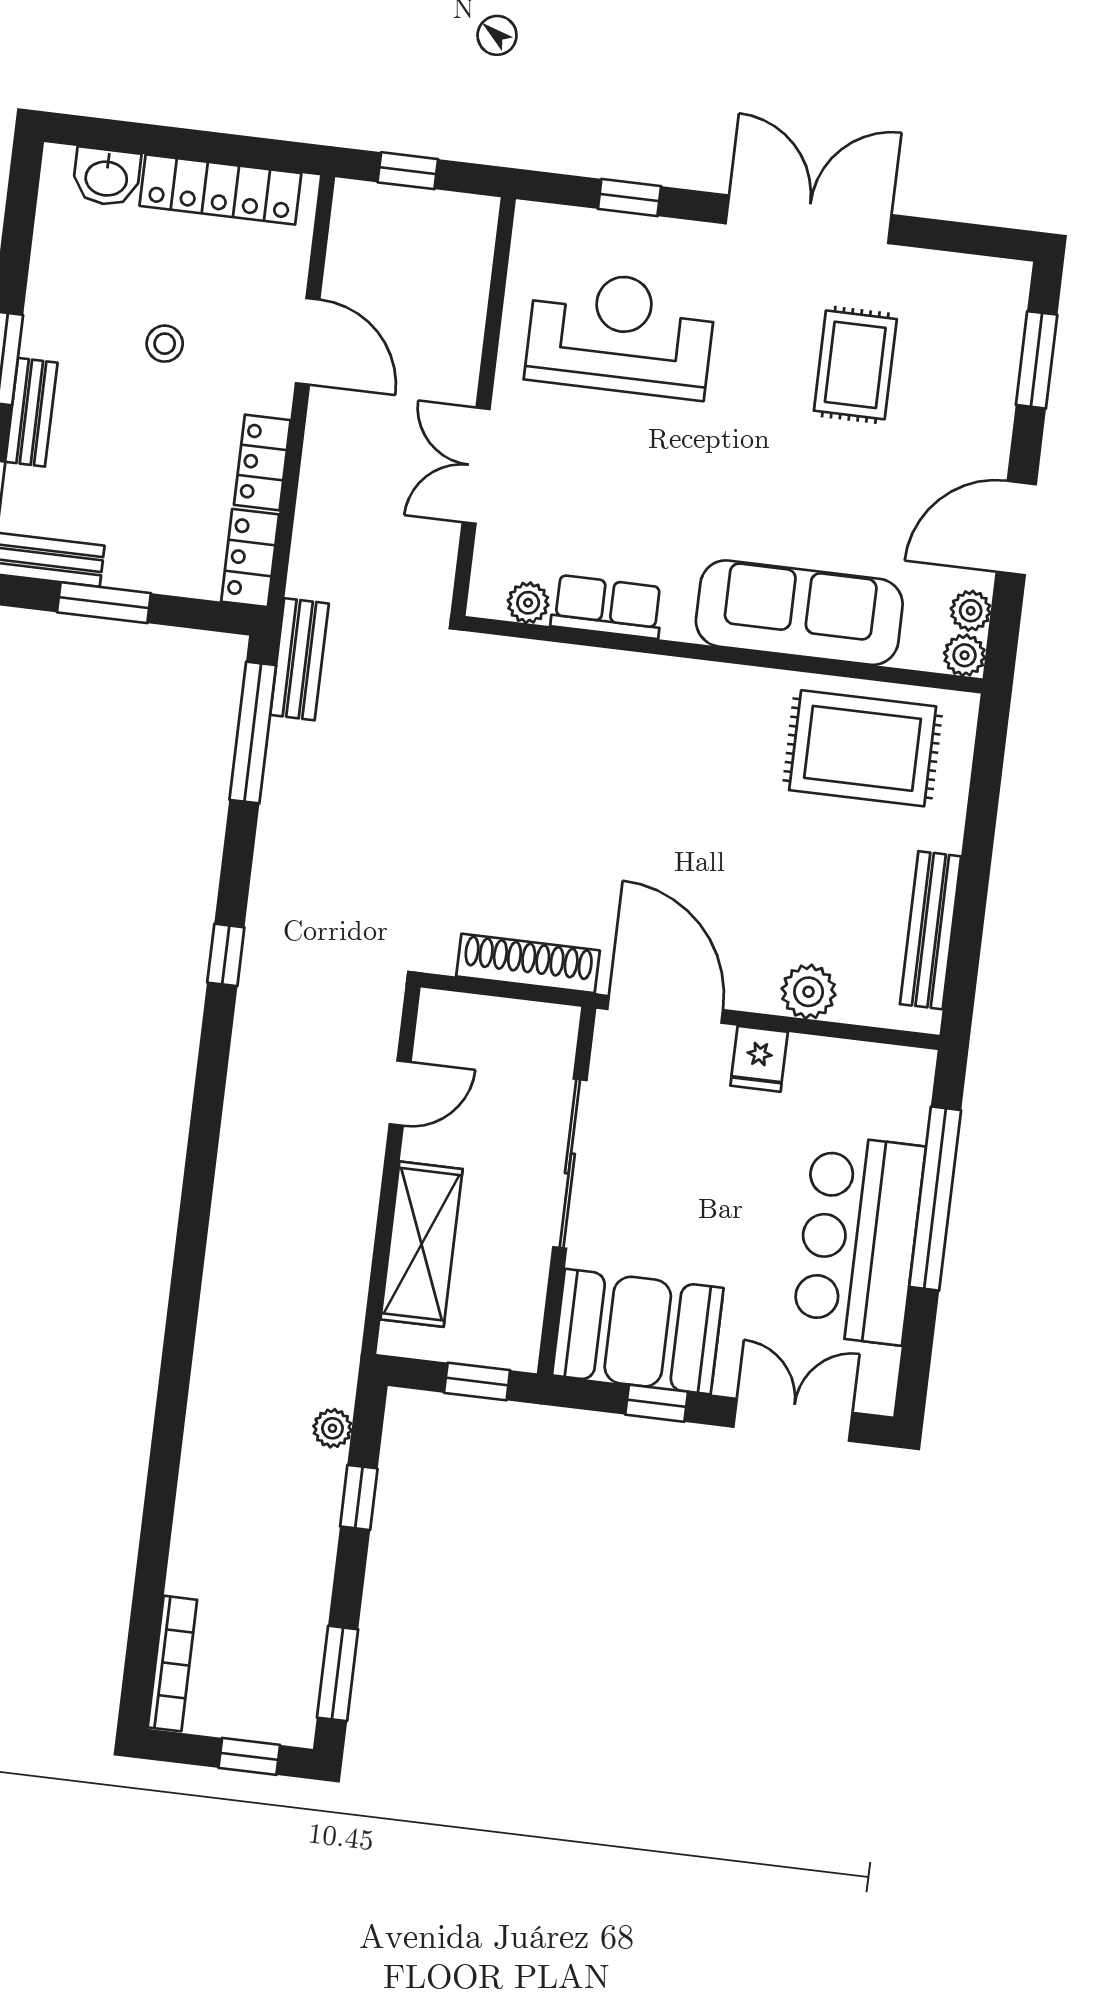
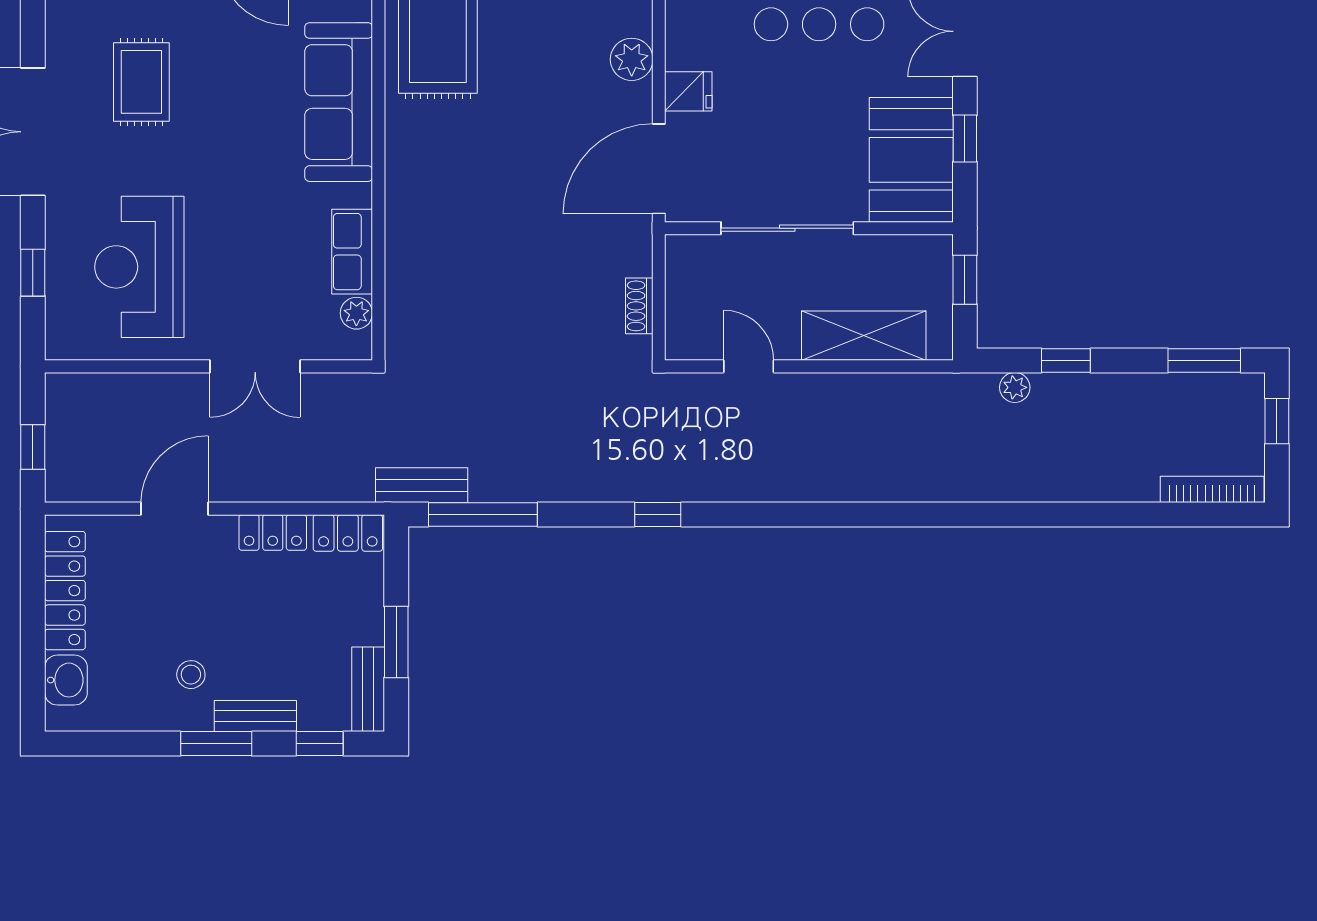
stool: (165, 344) -> (191, 675), moved
rug: (855, 365) -> (141, 82), turned 90
shoe rack: (528, 963) -> (639, 306), width x0.51, depth x0.81

